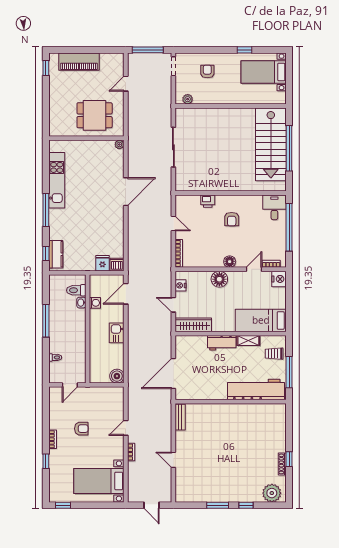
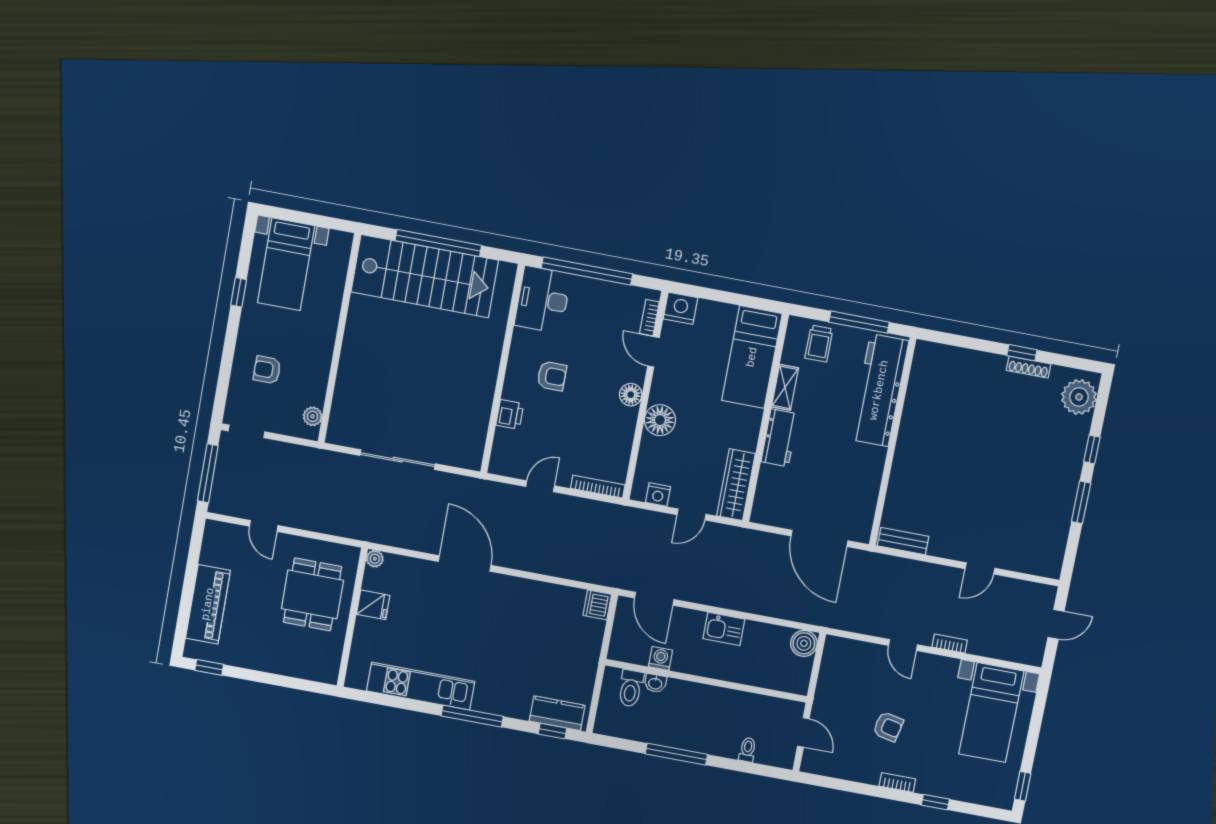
desk: (274, 207) -> (543, 300), width x1.37
fridge: (102, 263) -> (373, 605), moved, turned 180
armchair: (81, 429) -> (888, 727), turned 102

